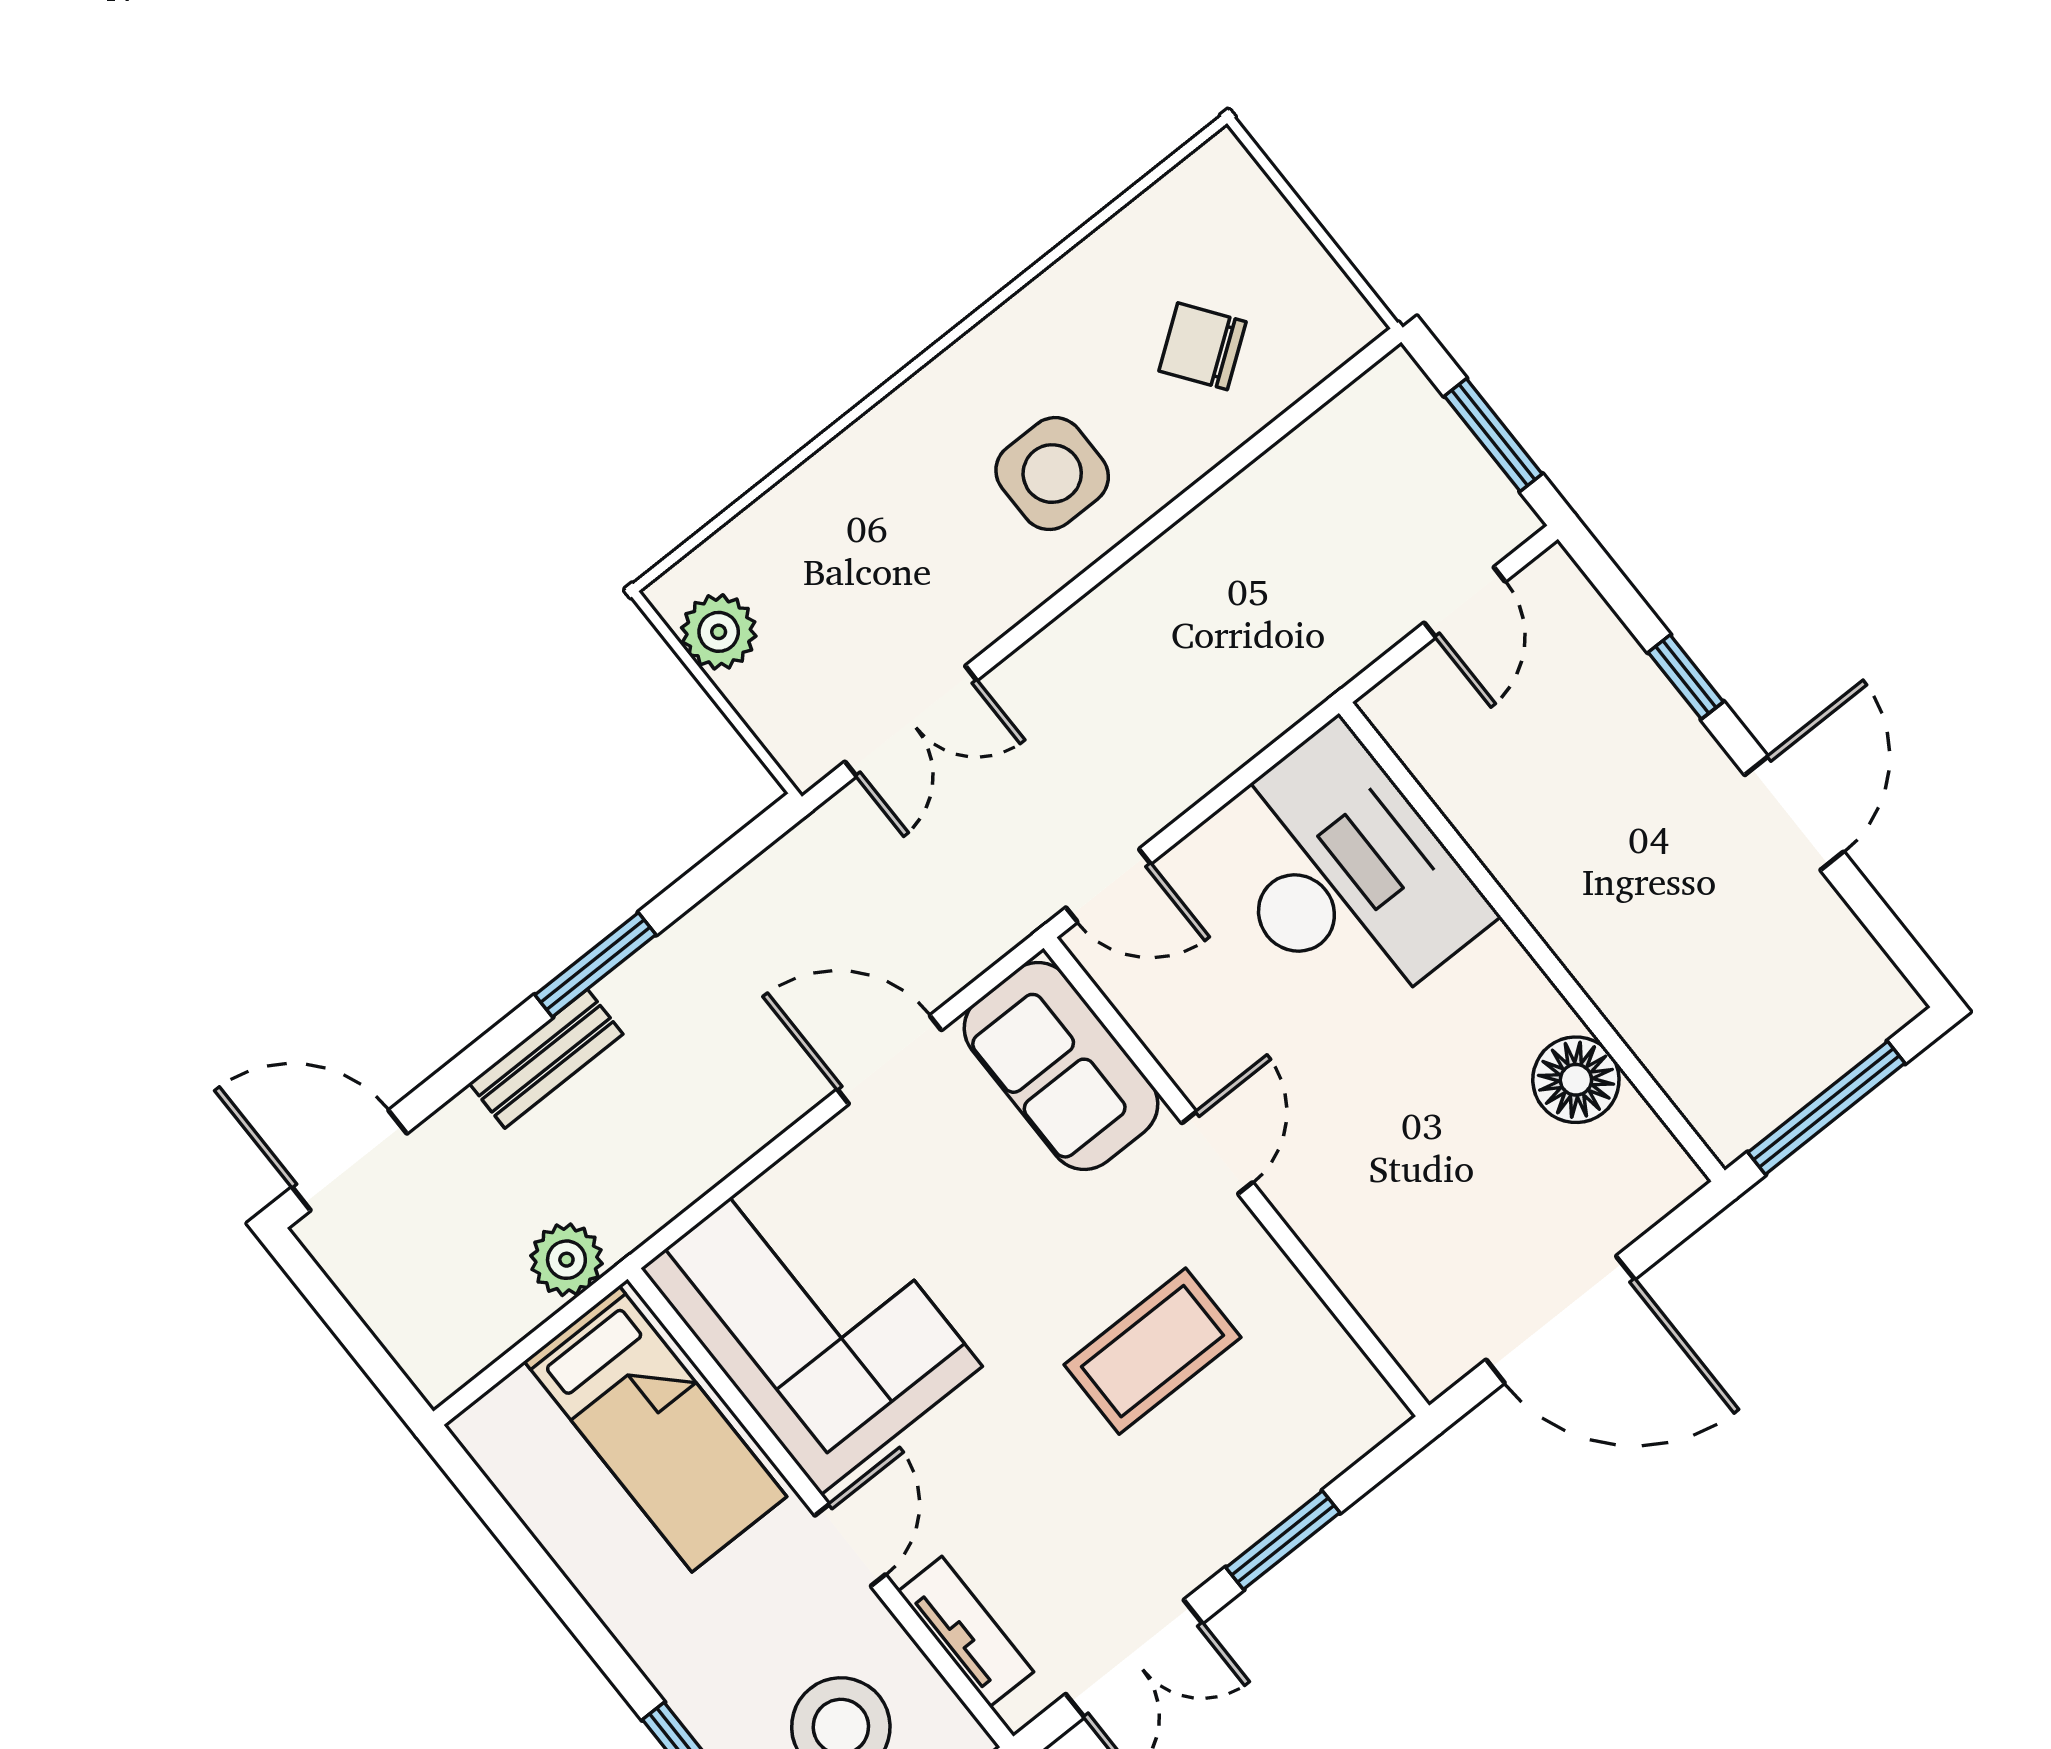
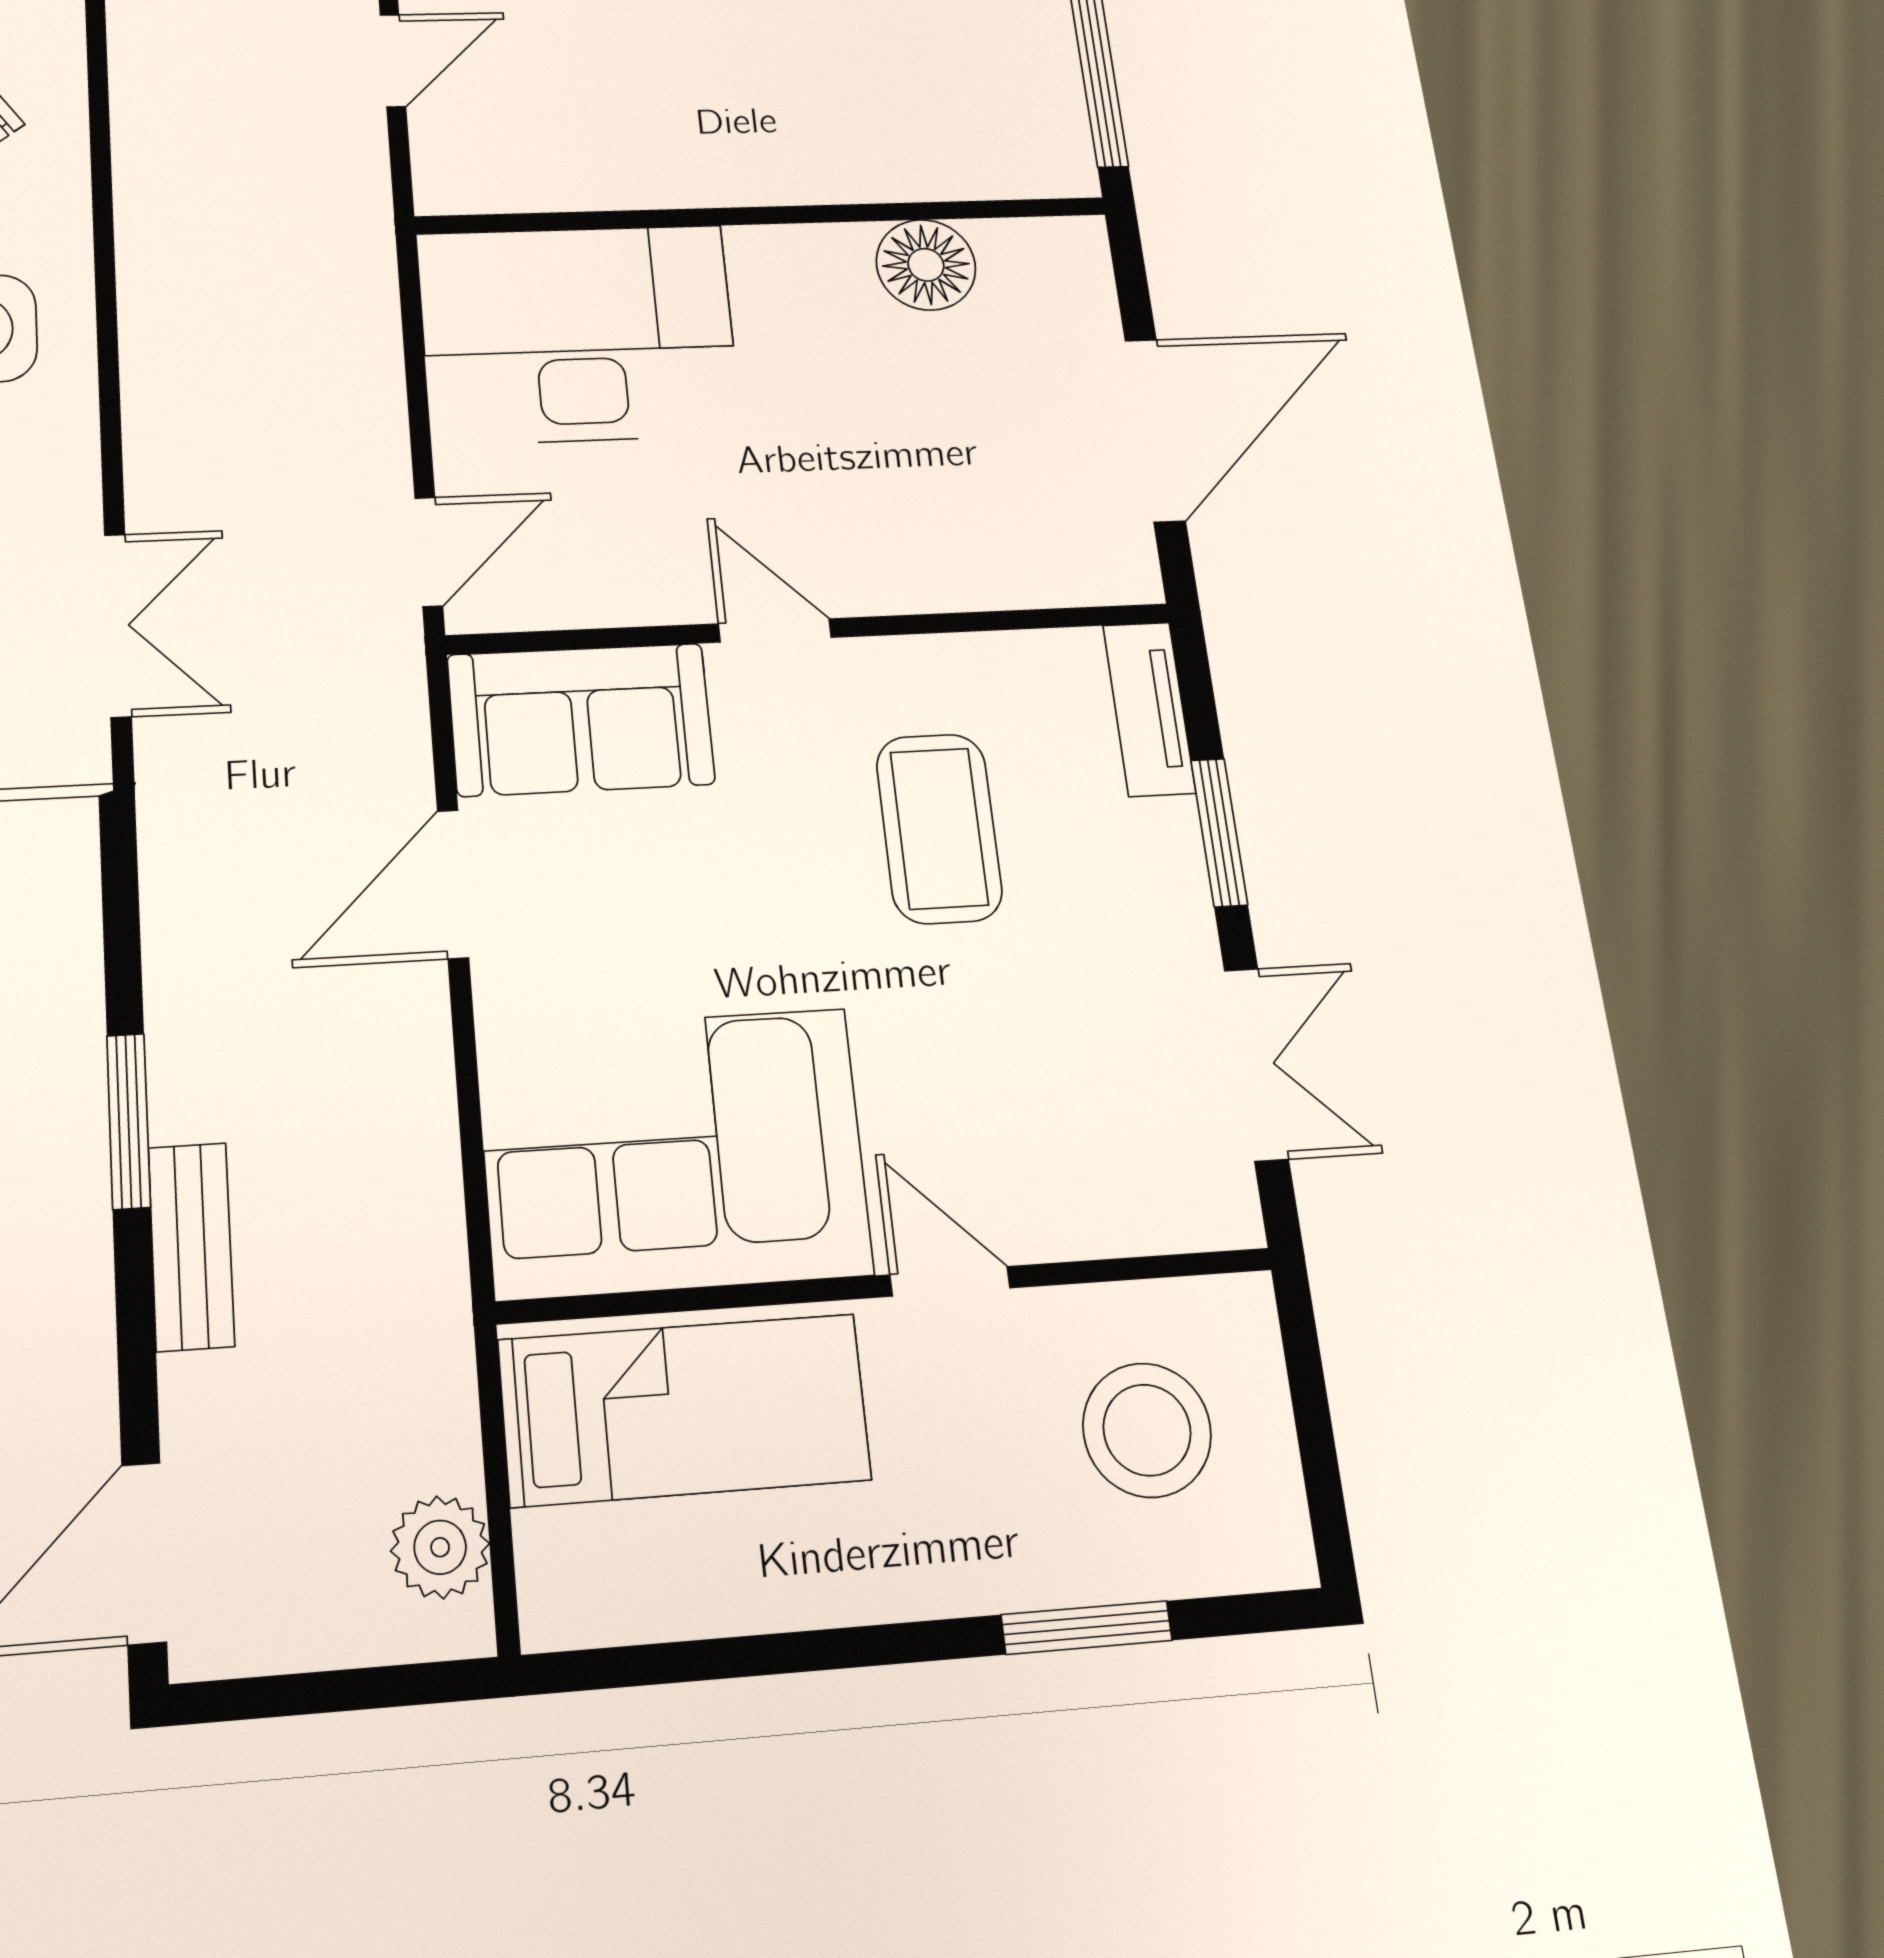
door: (1465, 602) -> (393, 61), hinge flipped
plant: (566, 1260) -> (440, 1547), moved
tv unit: (966, 1632) -> (1149, 709), moved, turned -90

